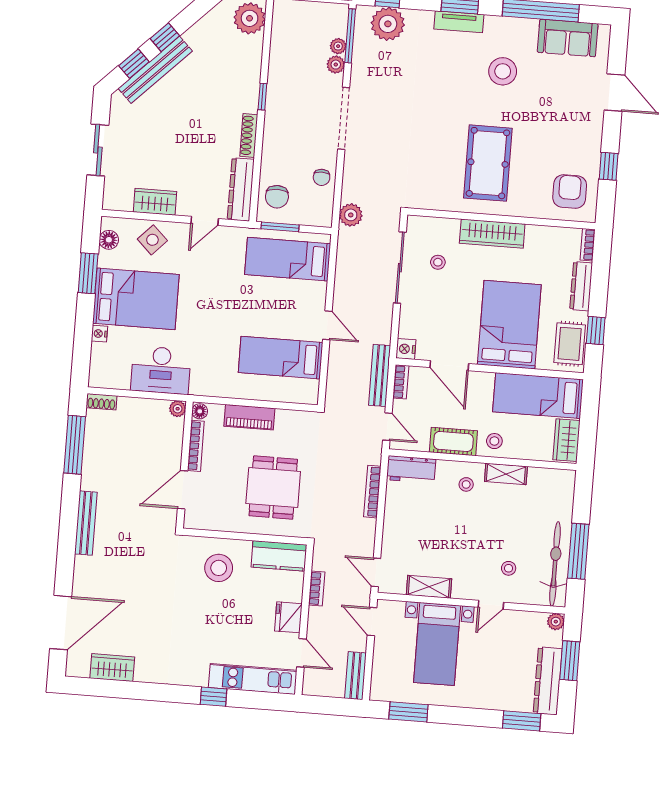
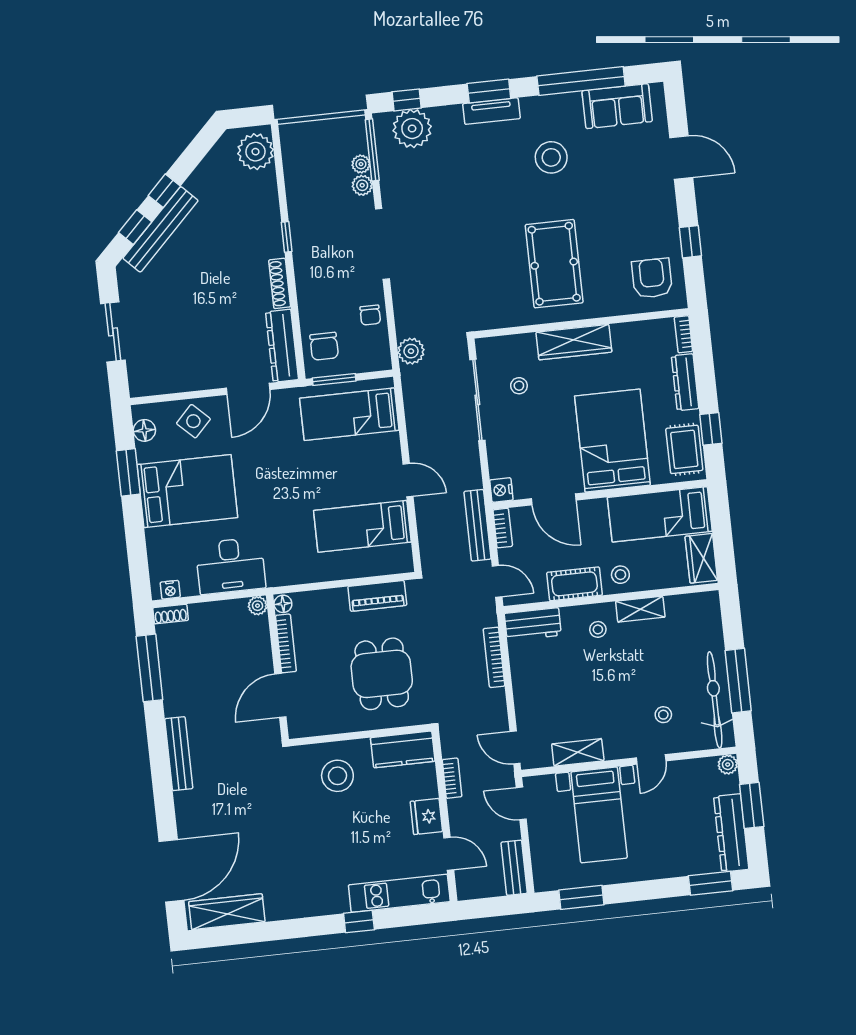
wardrobe: (155, 202) -> (188, 378), removed
door: (205, 221) -> (248, 389), width x1.38
nightstand: (99, 334) -> (170, 590), moved, turned -90
piano: (249, 417) -> (377, 596), moved
wardrobe: (112, 668) -> (227, 912), width x1.50

